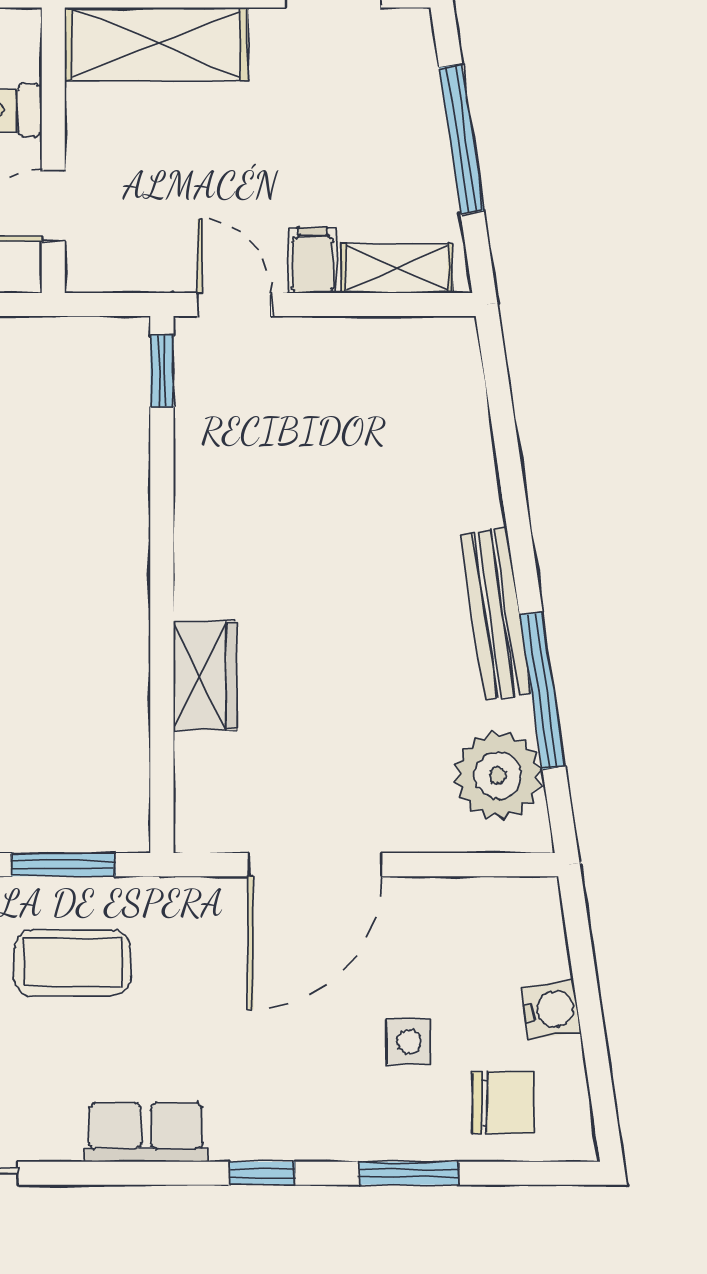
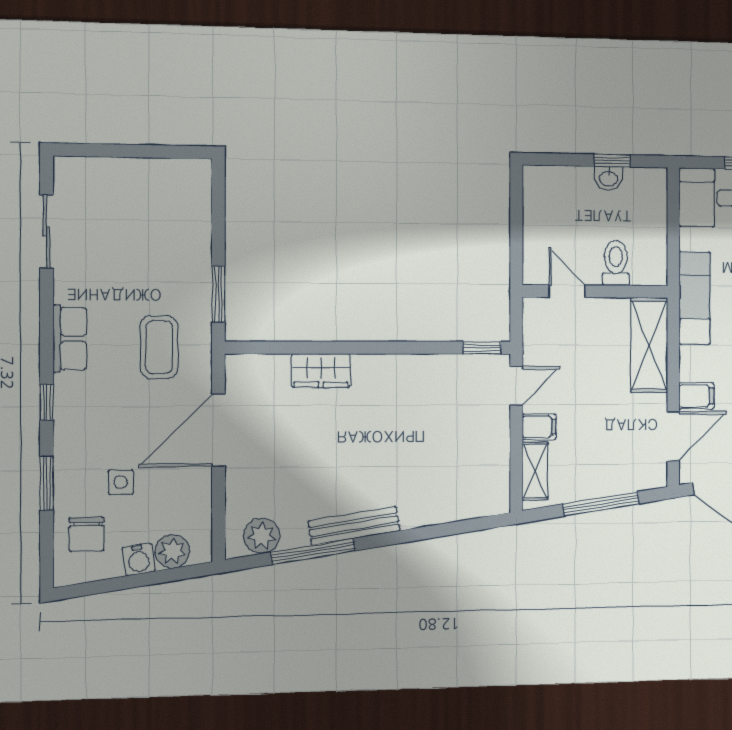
plant: (498, 775) -> (262, 536), width x0.73, depth x0.73
door: (315, 865) -> (218, 430), hinge flipped
plant: (538, 949) -> (172, 551), added
coffee table: (72, 963) -> (159, 347), moved

